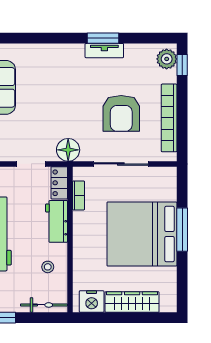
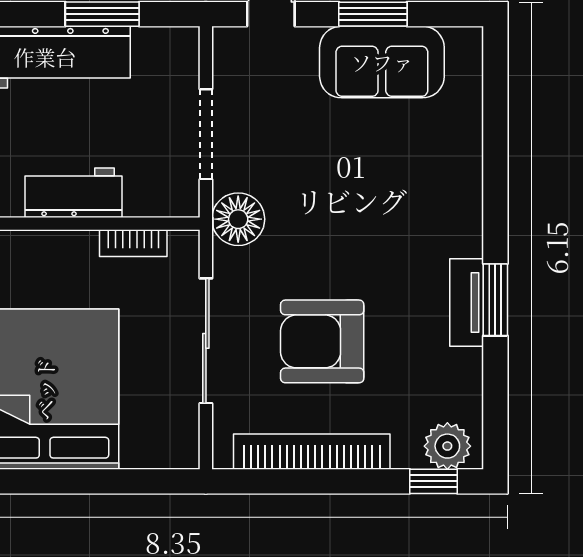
doorway: (31, 164) -> (206, 134), width x1.38
locker: (59, 183) -> (162, 199), removed
window: (182, 230) -> (55, 481), removed

